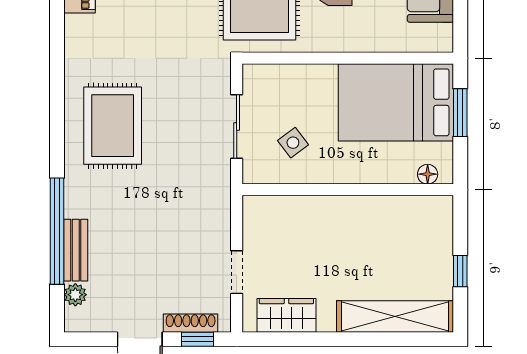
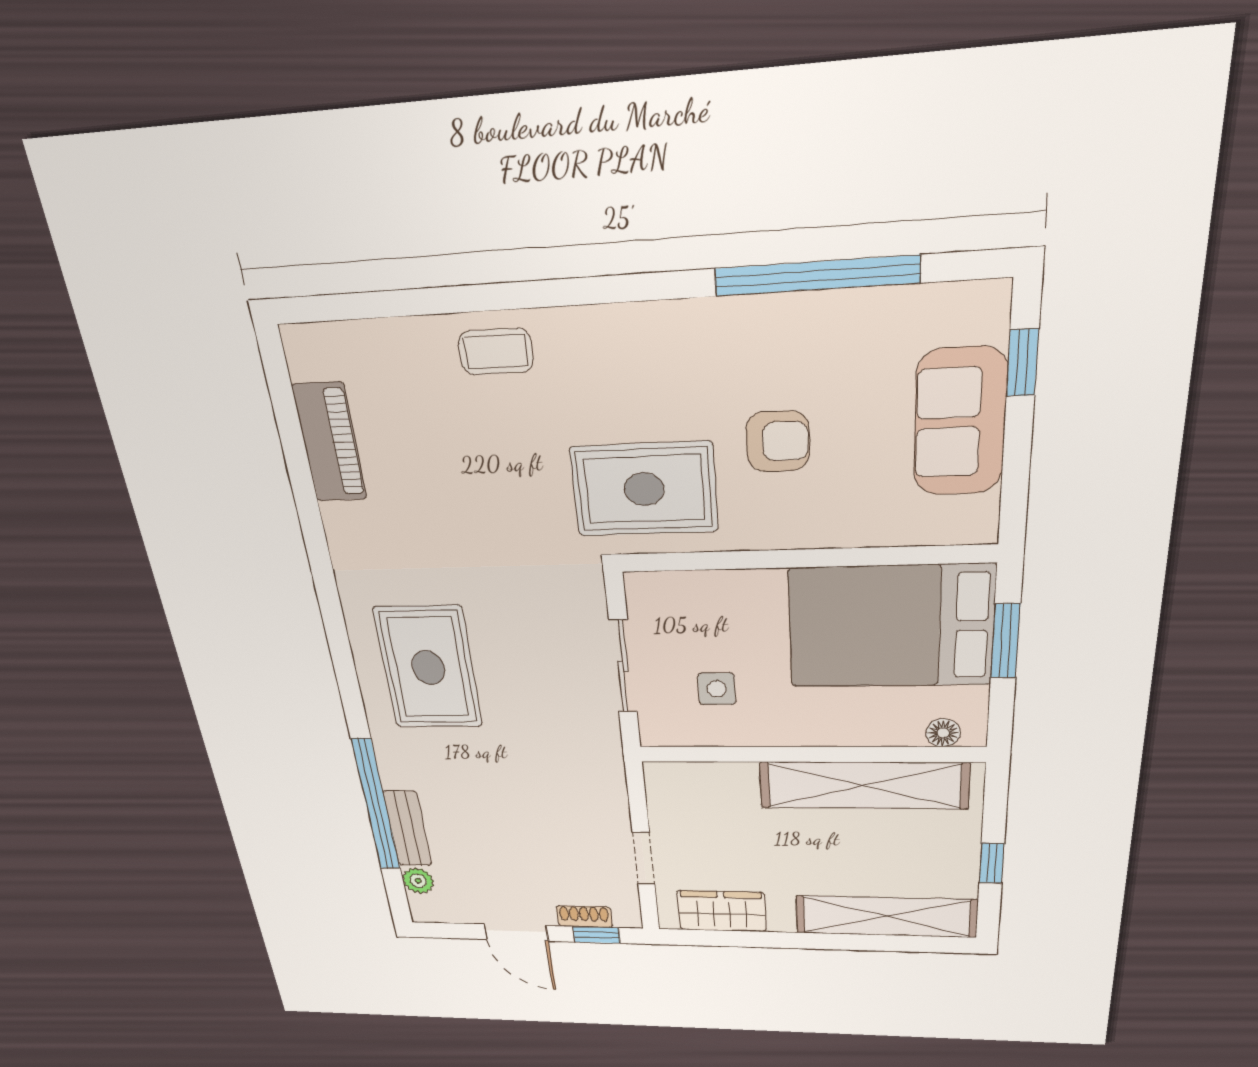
side table: (293, 143) -> (717, 689), turned 37
shelving: (381, 213) -> (864, 785), added
shoe rack: (191, 323) -> (584, 917), width x0.70

